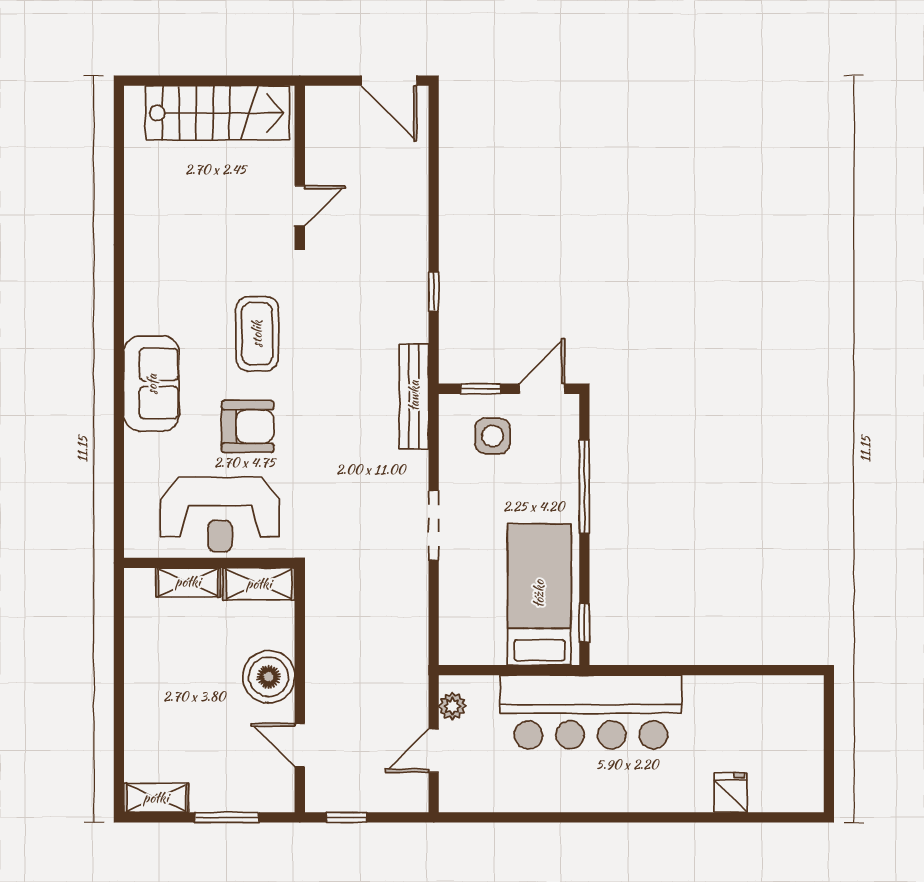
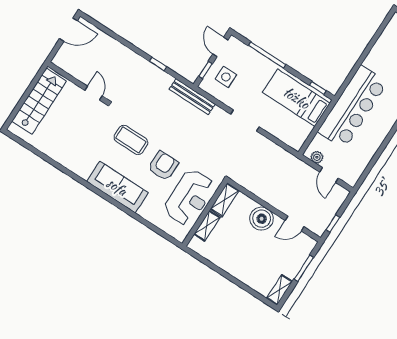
sofa: (152, 384) -> (117, 187), width x1.36

